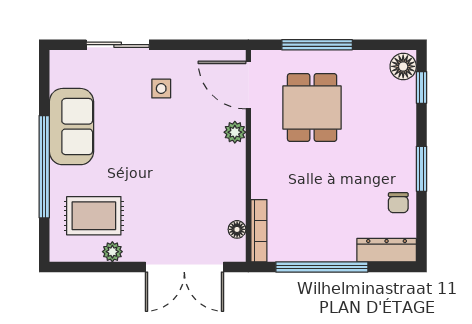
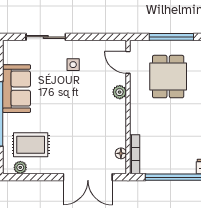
door: (248, 85) -> (128, 62), width x0.73
plant: (112, 252) -> (20, 167), moved

